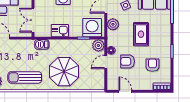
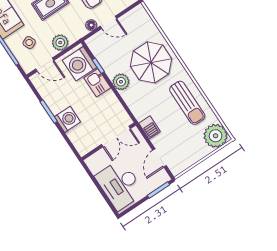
kitchen sink: (60, 31) -> (97, 83), moved
barbecue: (42, 44) -> (150, 127), moved
plant: (98, 45) -> (121, 82), moved

